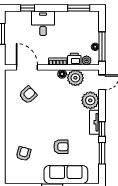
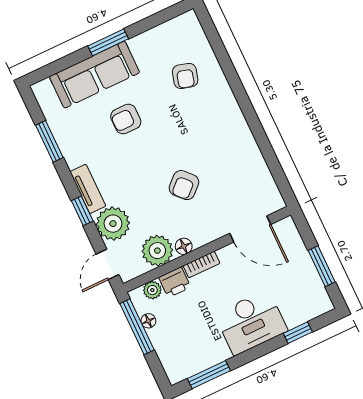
desk: (43, 23) -> (251, 322), width x1.37
armchair: (28, 95) -> (184, 185), moved
window: (102, 129) -> (82, 211), moved

